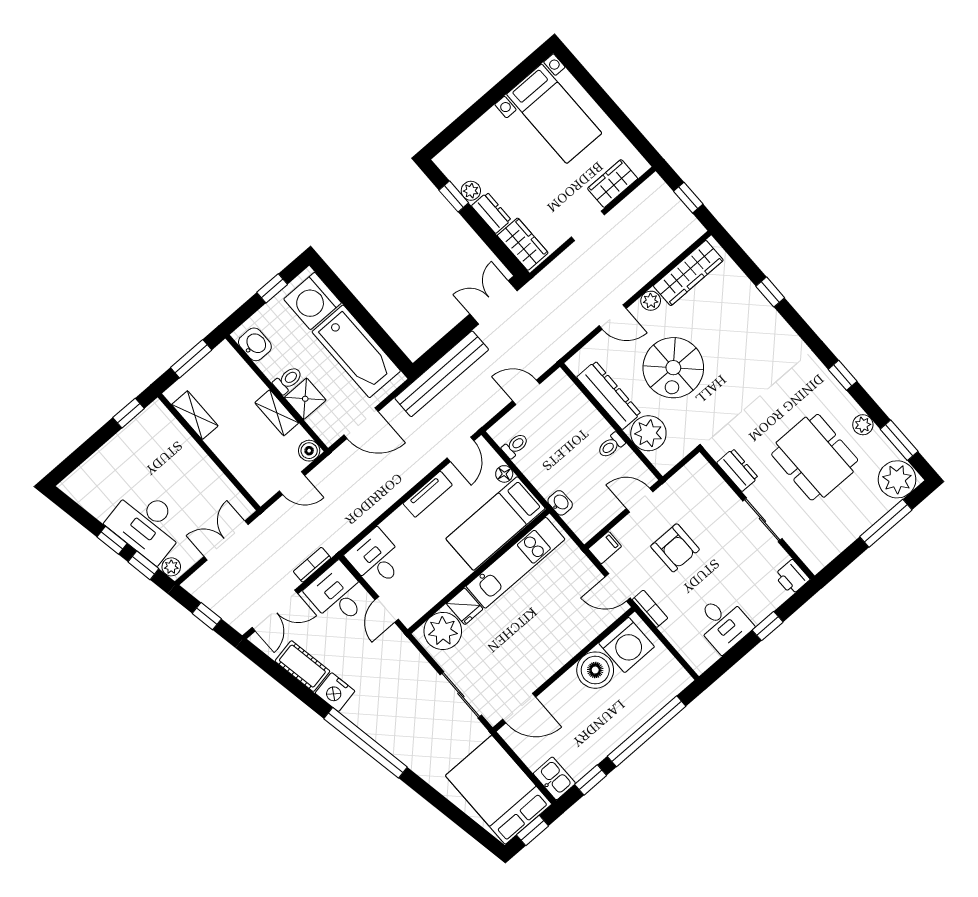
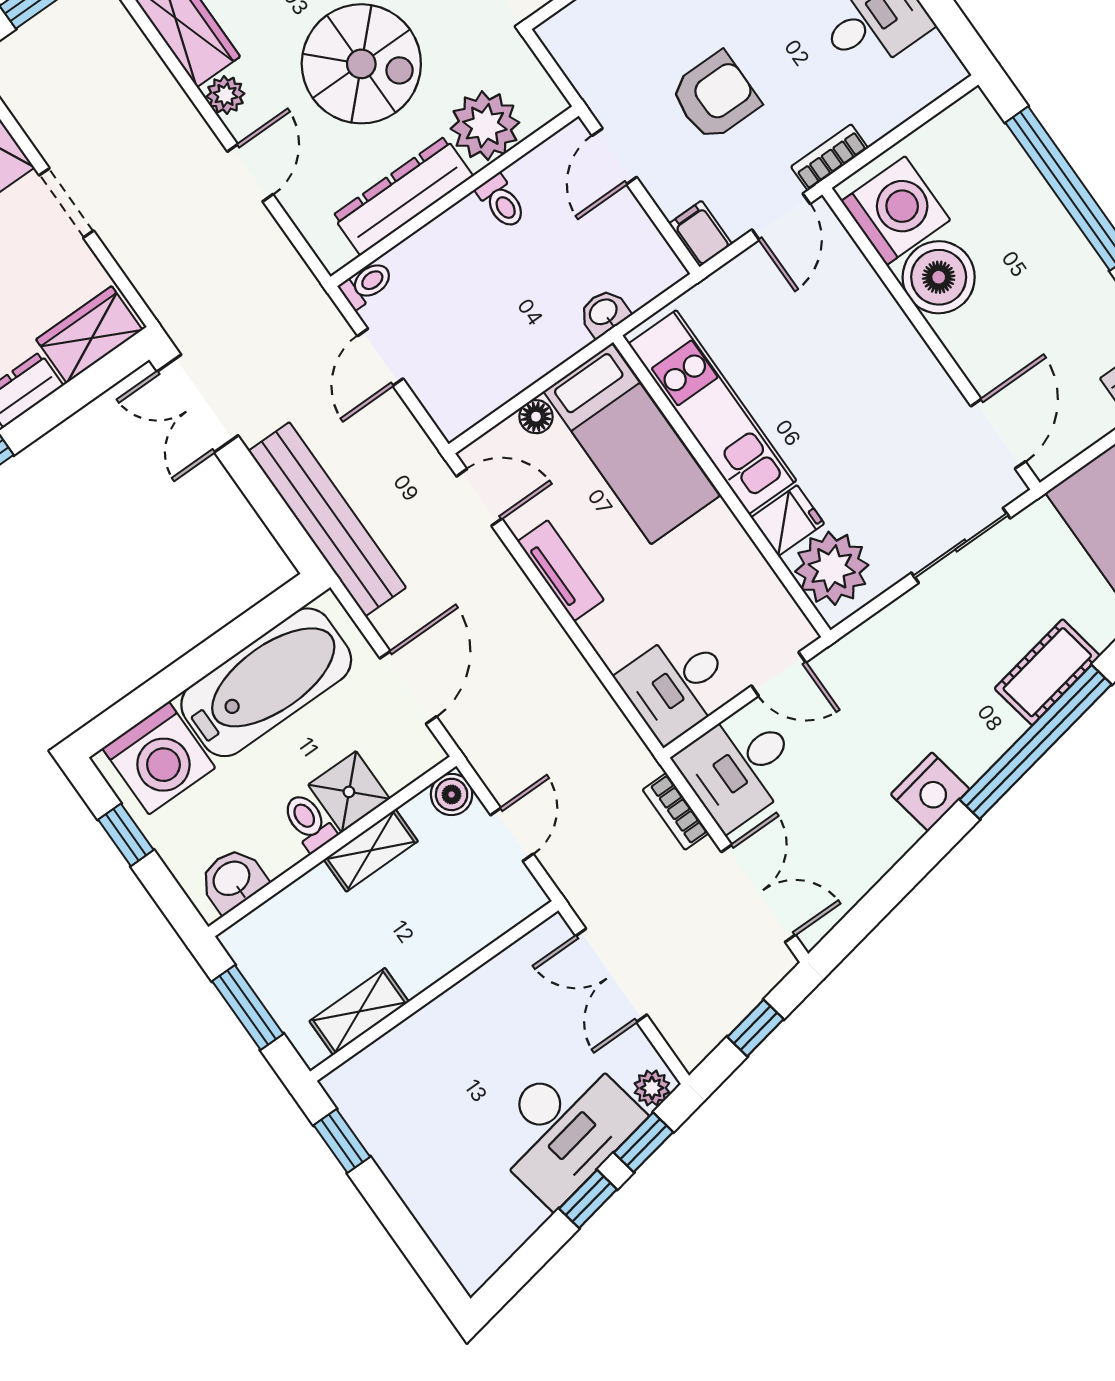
toilet: (515, 446) -> (367, 284), moved, turned 90
cot: (302, 666) -> (1047, 672), moved

